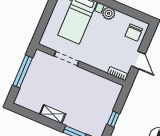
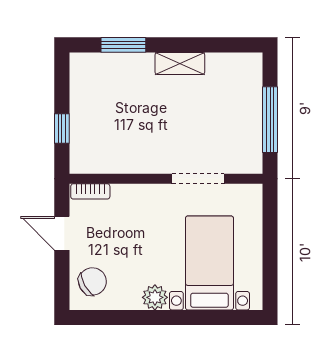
chair: (134, 32) -> (92, 281), turned 61
window: (113, 119) -> (62, 128), moved

